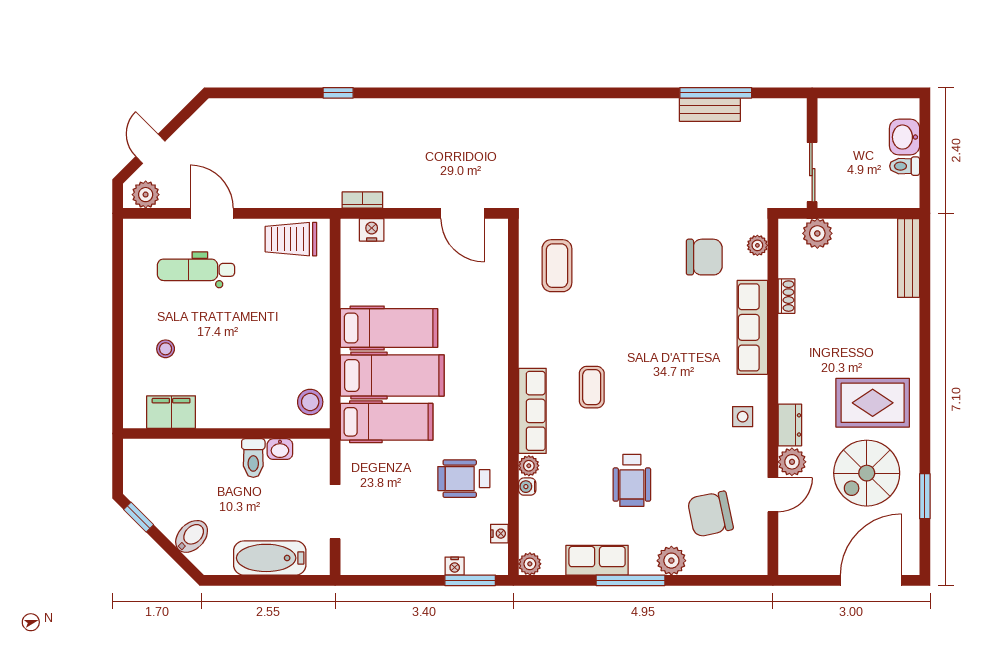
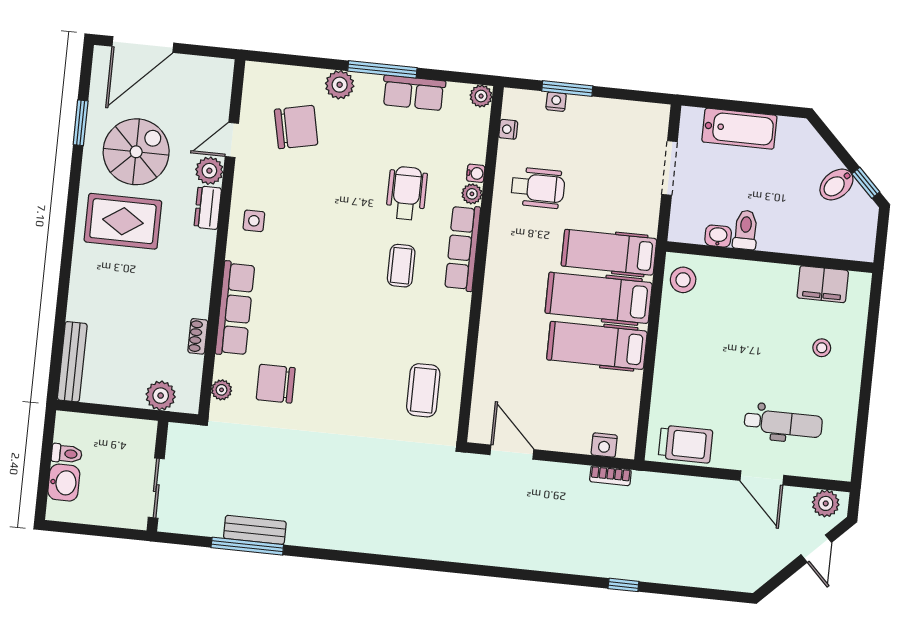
sliding door: (812, 172) -> (156, 488), moved
wheelchair: (632, 480) -> (407, 193), moved
bidet: (192, 536) -> (836, 184), moved
window: (470, 580) -> (567, 88), moved

